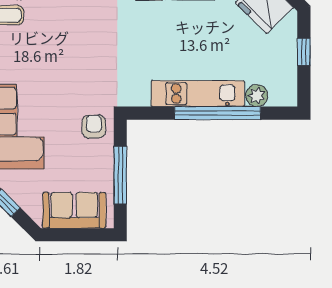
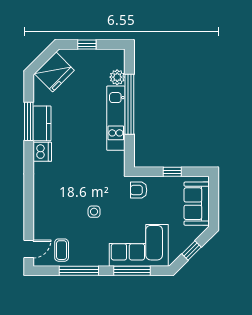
side table: (63, 62) -> (94, 212), added
window: (120, 175) -> (172, 172), width x0.46

